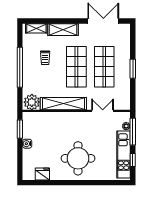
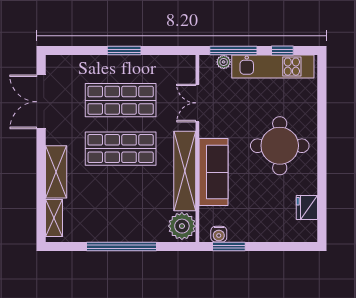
trolley: (45, 58) -> (105, 203), removed
sofa: (63, 120) -> (214, 172), added
water cooler: (27, 144) -> (219, 234), moved

